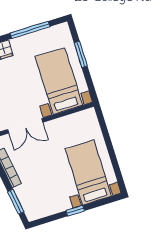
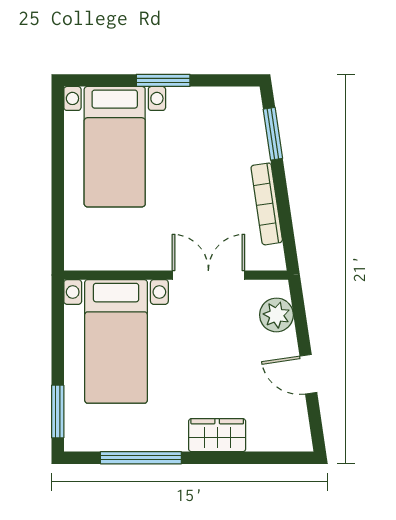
window: (81, 54) -> (58, 412), moved
window: (75, 211) -> (163, 80), width x1.50

